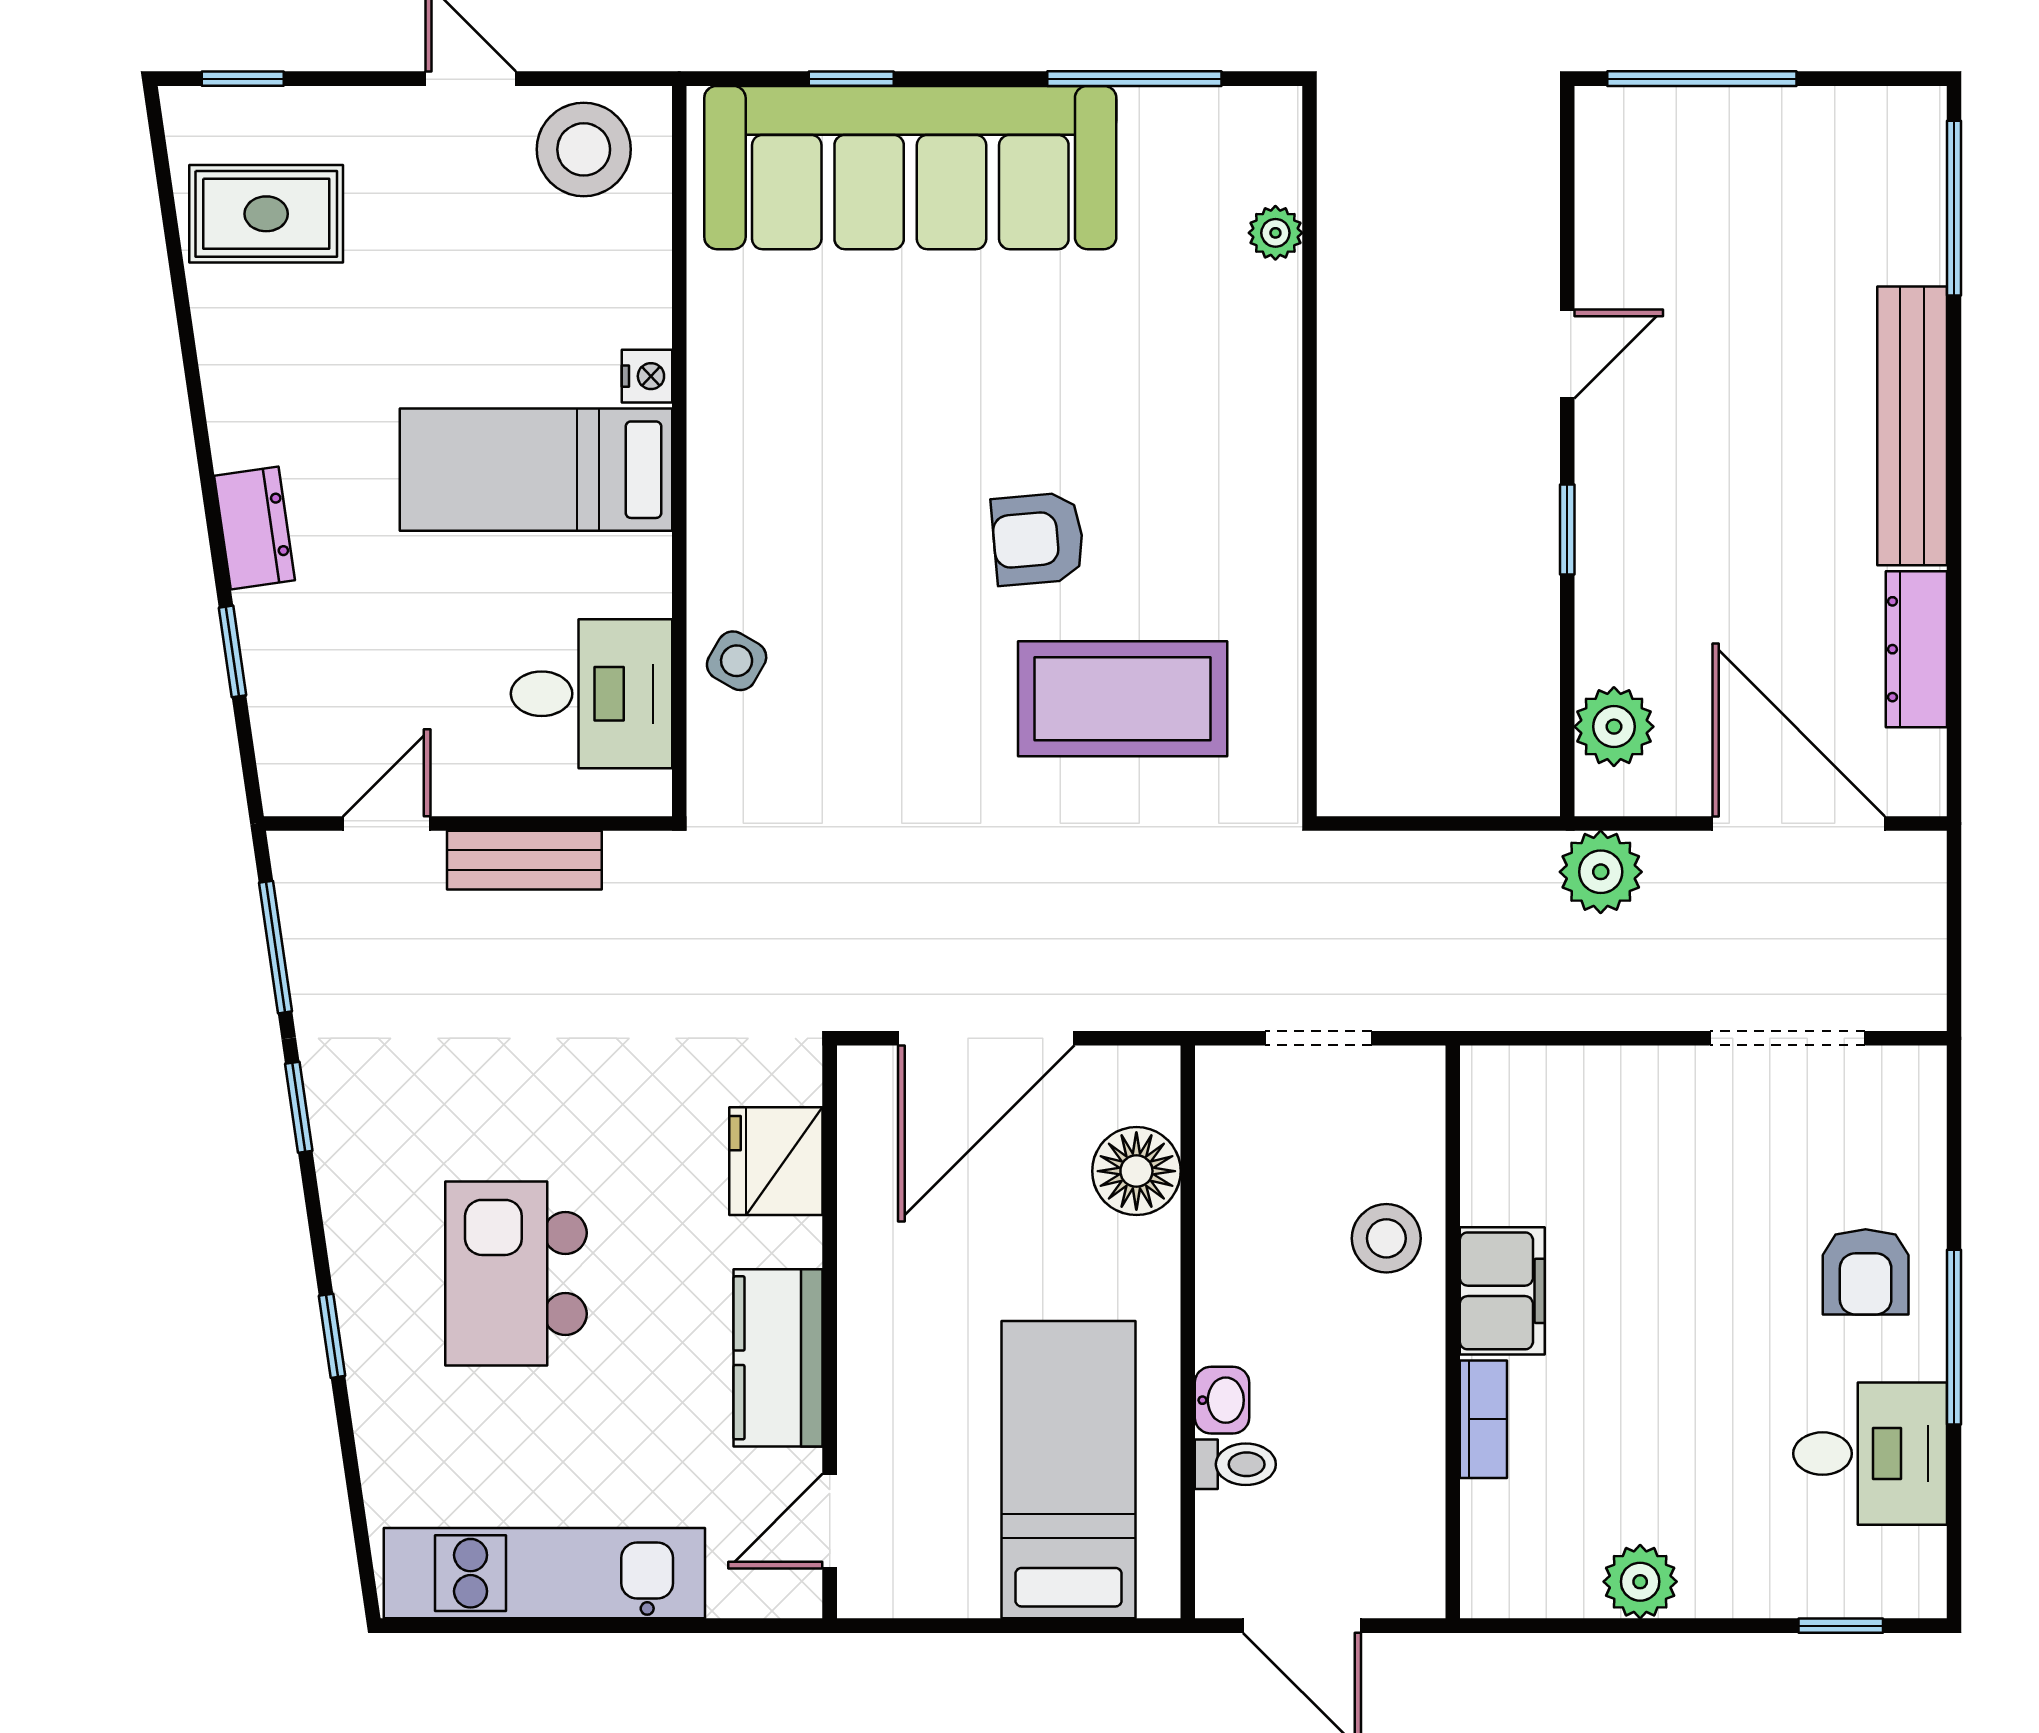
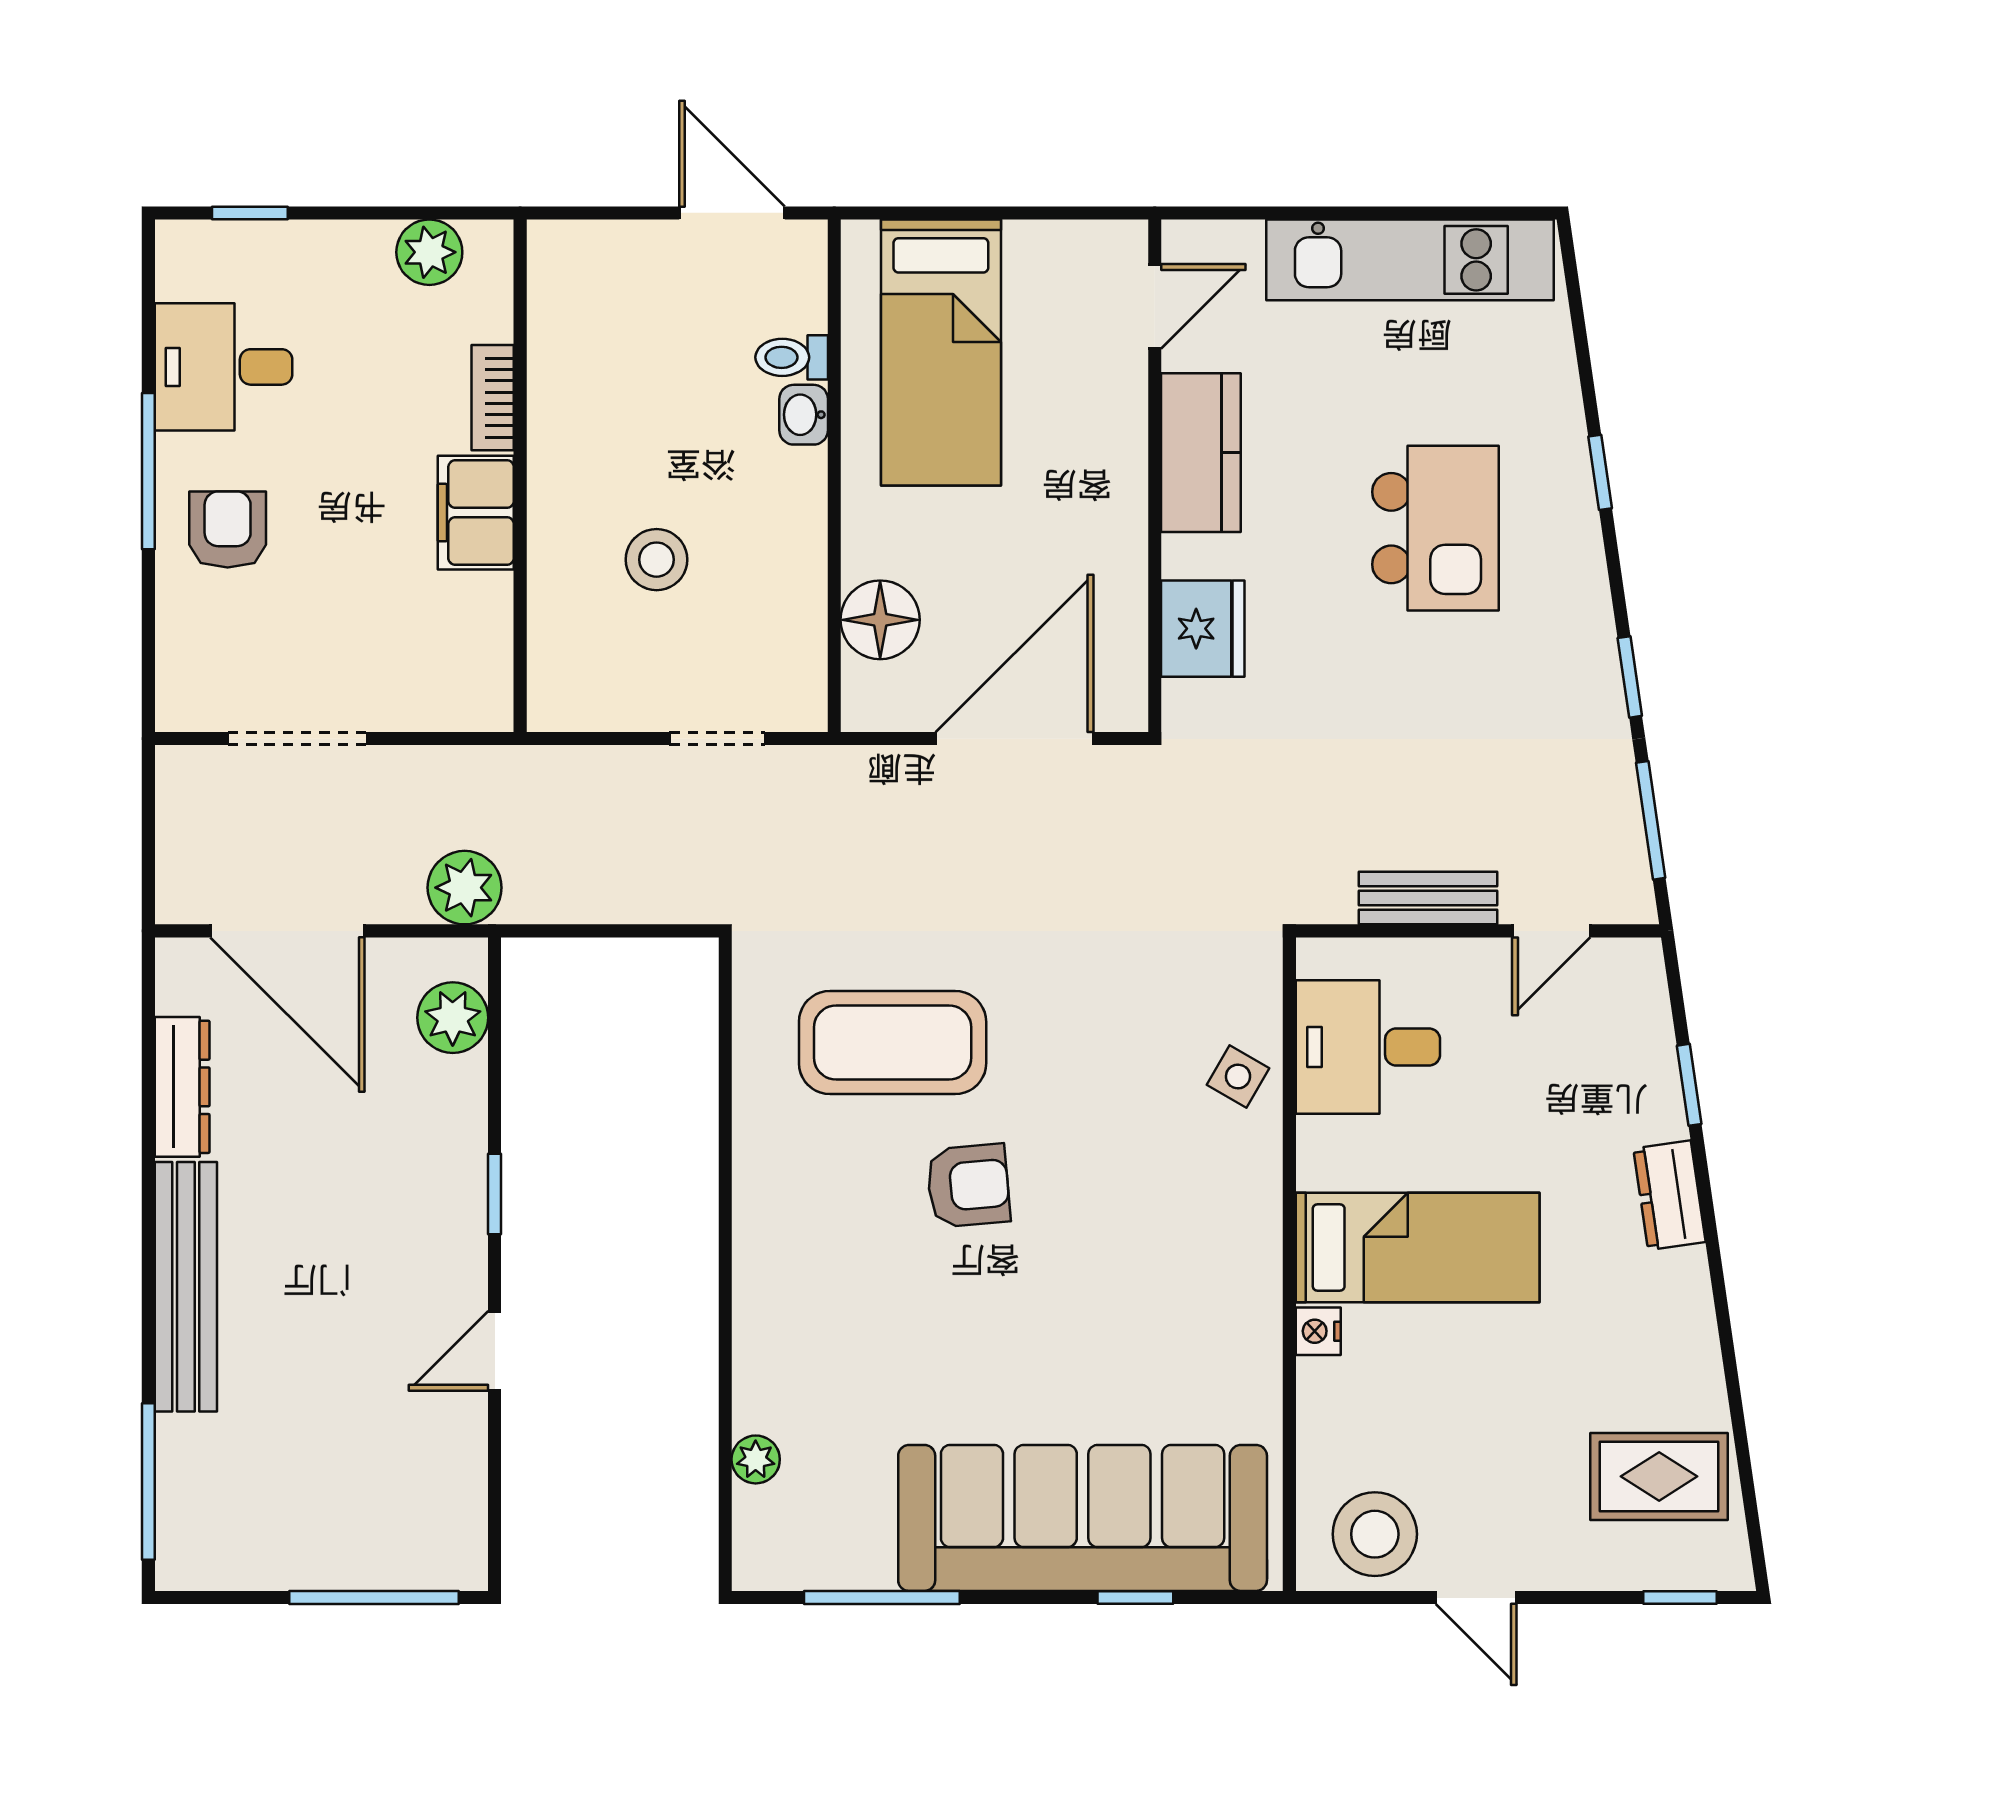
filing cabinet: (1502, 1291) -> (476, 513), moved
wall: (1453, 1332) -> (520, 476), moved
bookcase: (1483, 1419) -> (493, 398), moved

